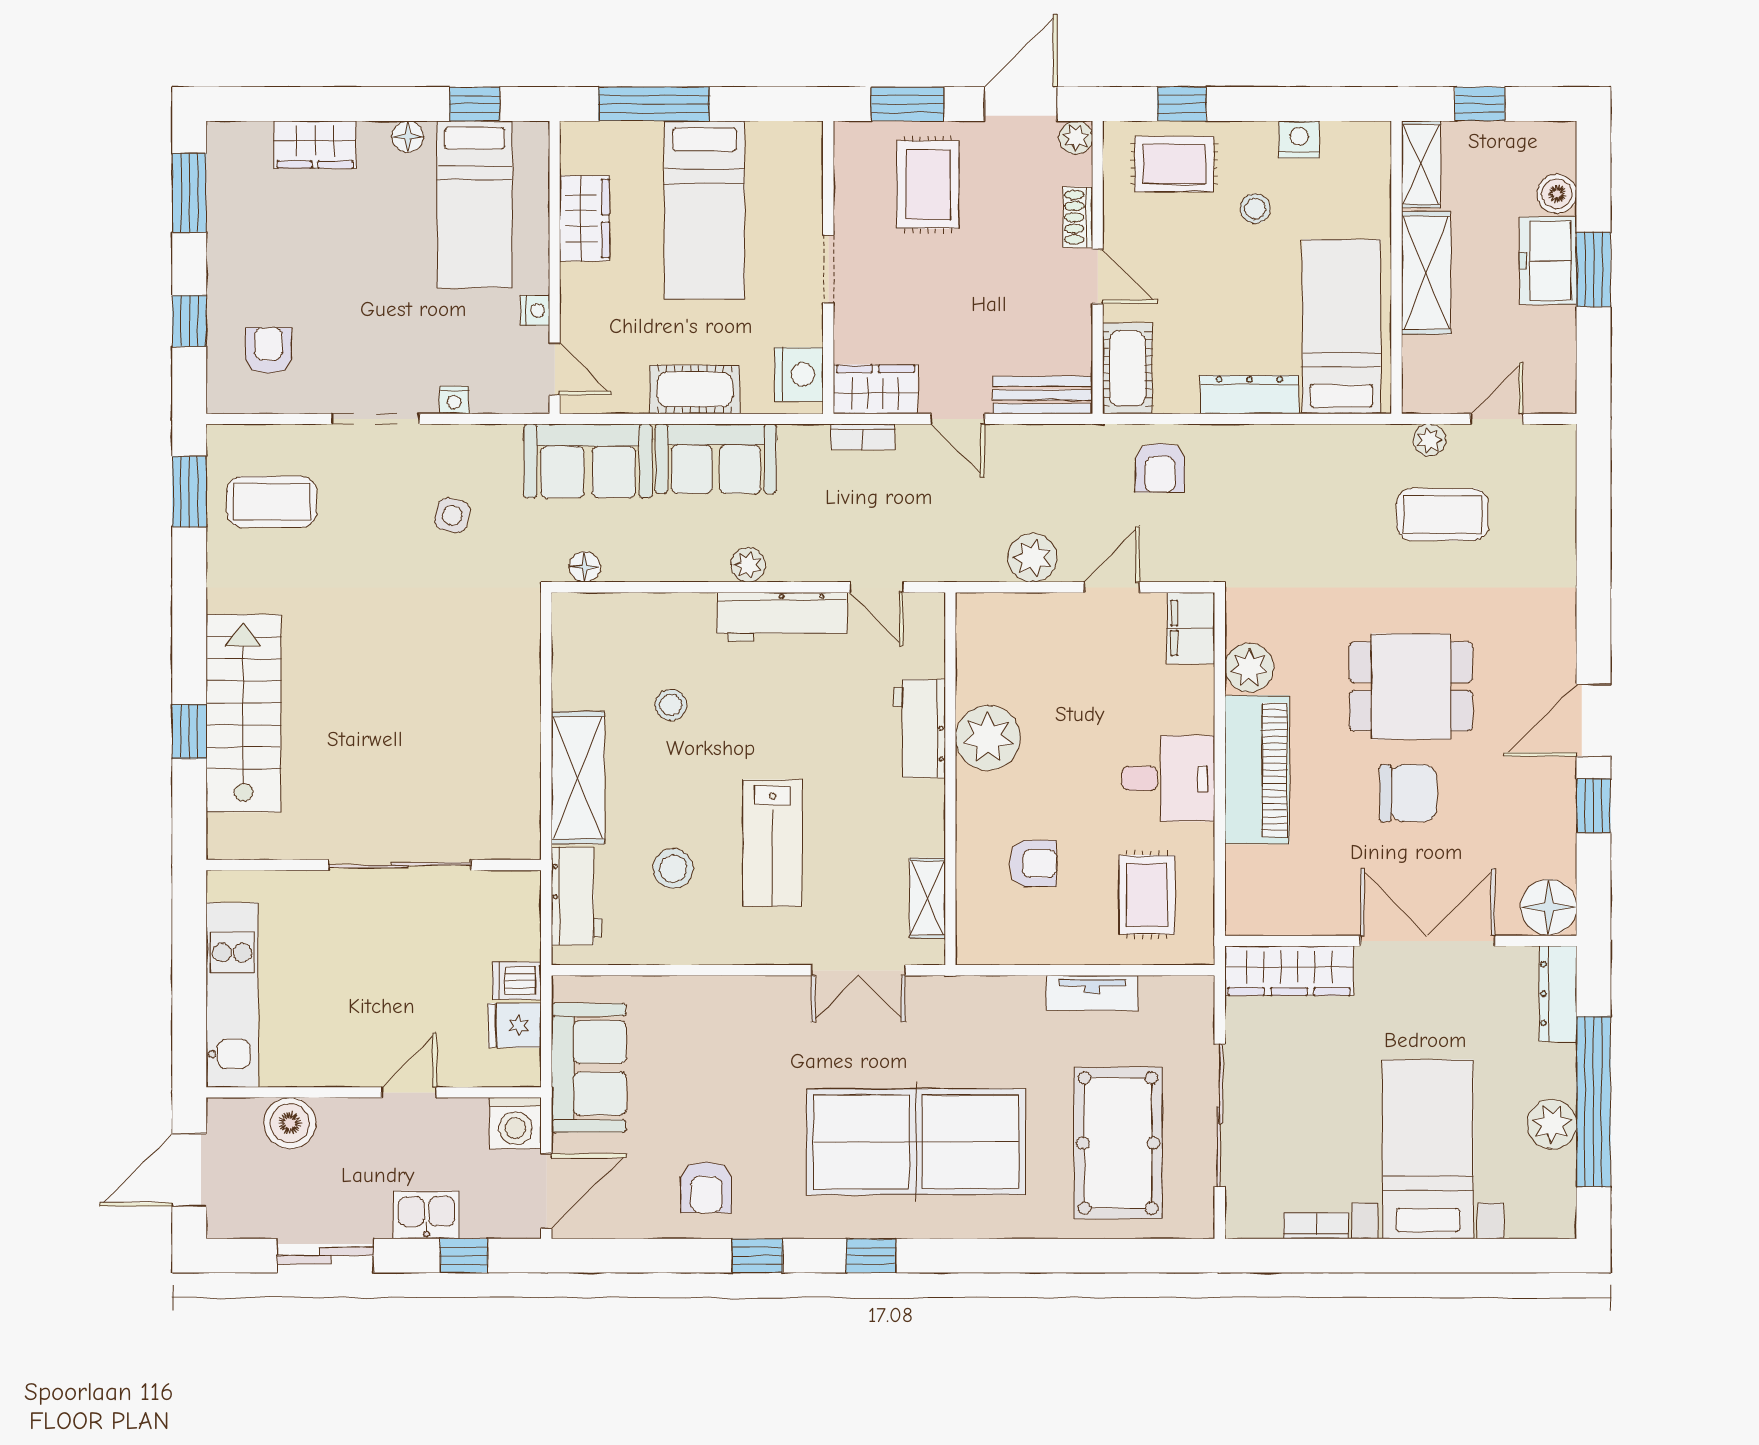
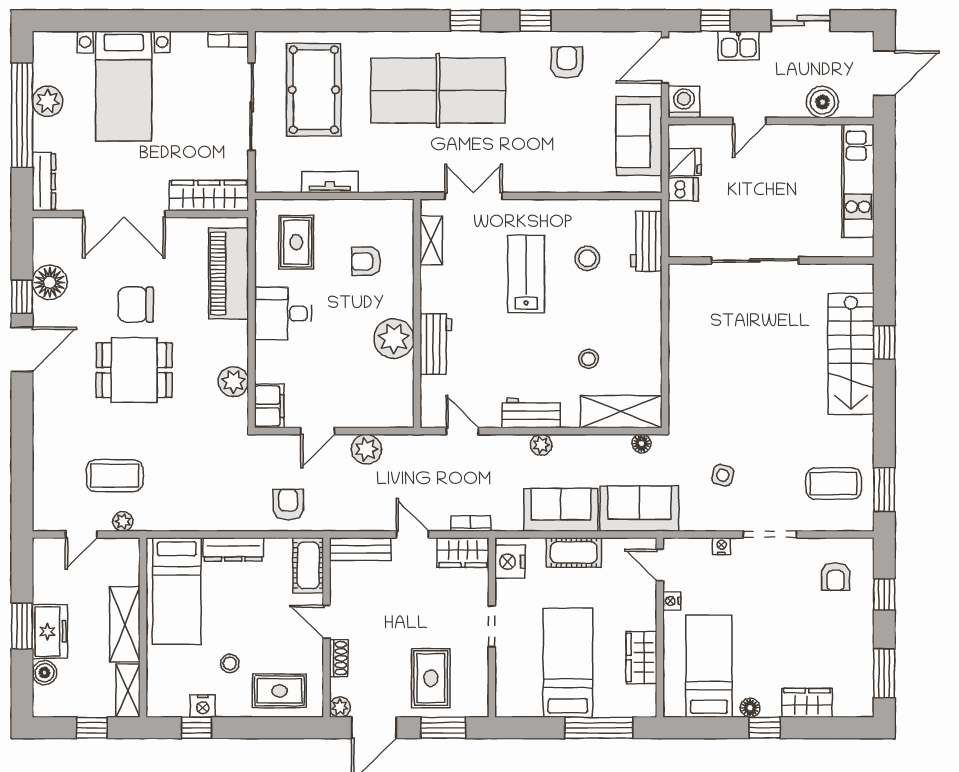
window: (475, 104) -> (765, 728), moved
window: (1182, 104) -> (197, 728), moved
workbench: (782, 617) -> (531, 413), width x0.73
piano: (1257, 770) -> (229, 273), moved
shelving: (578, 778) -> (621, 412), moved, turned 90
floor lamp: (1548, 907) -> (50, 282), moved
bookcase: (1316, 1226) -> (228, 39), moved

